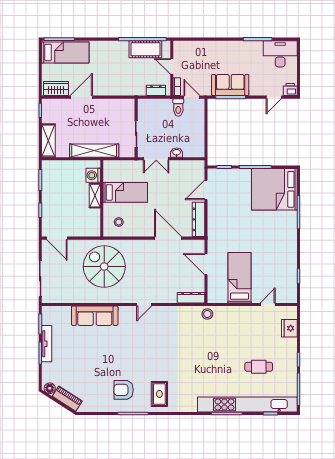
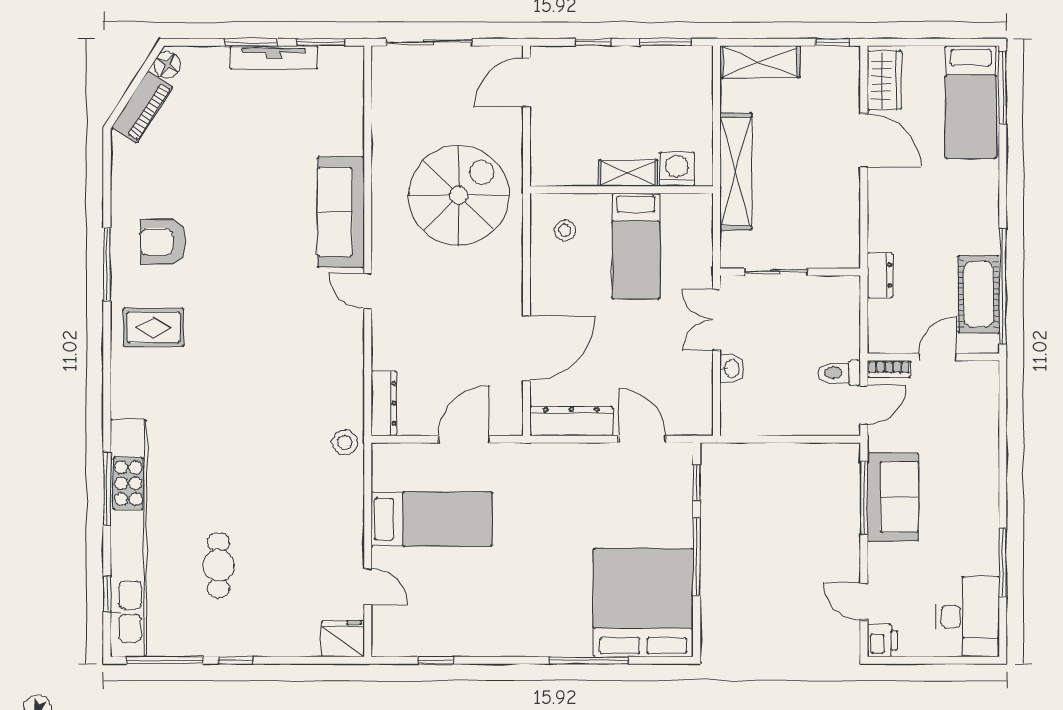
dresser: (156, 90) -> (880, 275), moved
sofa: (95, 316) -> (341, 212), moved
fridge: (289, 328) -> (343, 639), moved
armchair: (124, 390) -> (163, 242), turned -90

